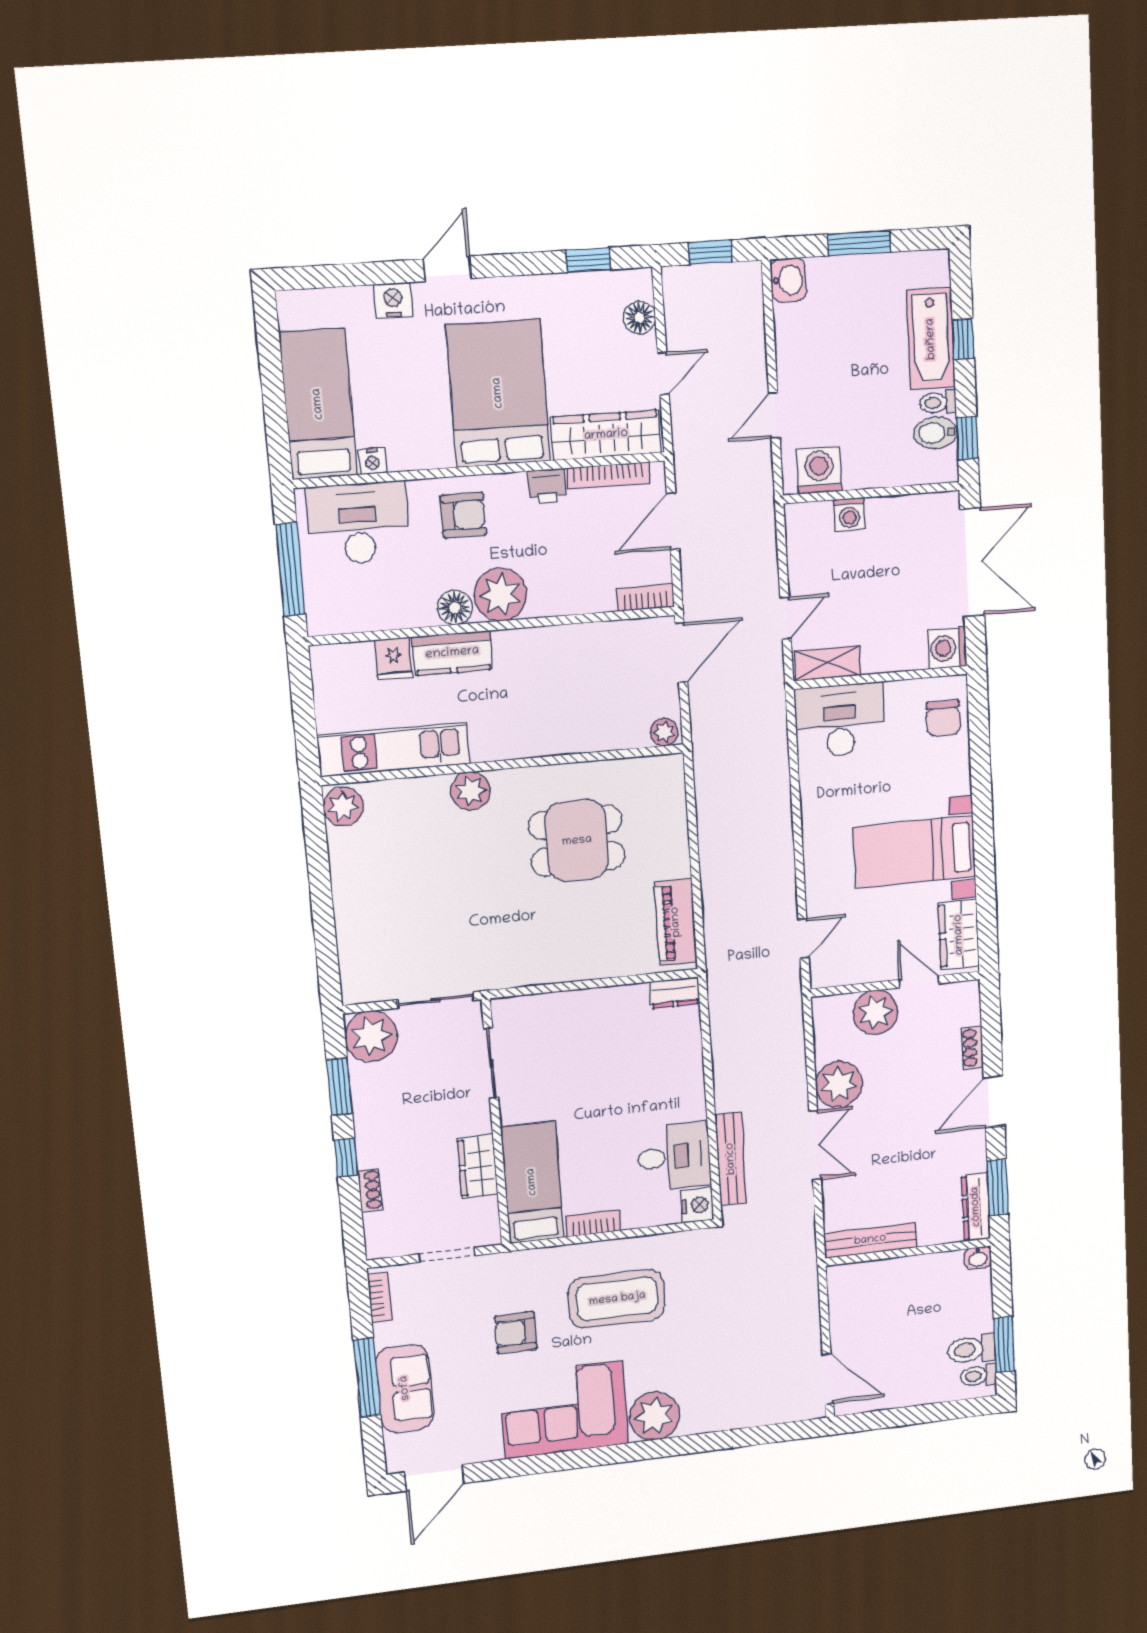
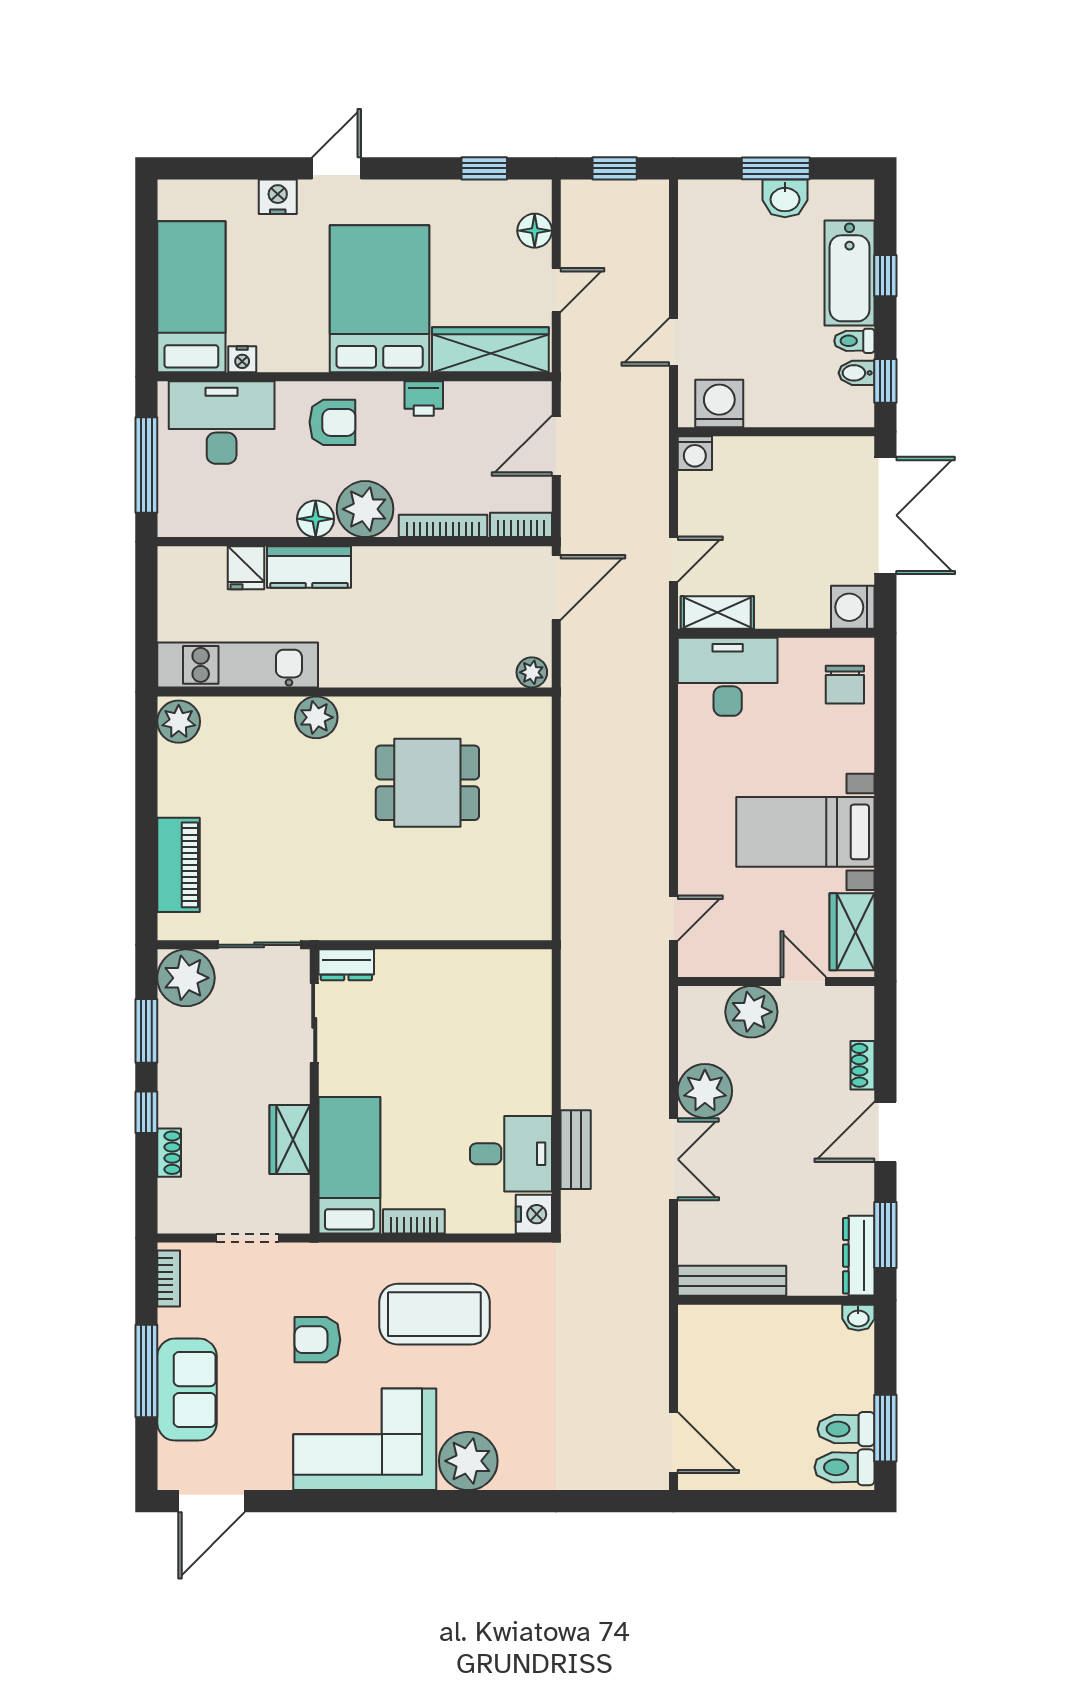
washbasin: (788, 280) -> (785, 198), moved, turned 90
bidet: (935, 433) -> (856, 373), width x0.72, depth x0.74
bookcase: (608, 476) -> (443, 526), moved, turned 180
washing machine: (849, 514) -> (695, 453), moved
piano: (676, 922) -> (178, 865), moved, turned 180
dresser: (675, 993) -> (346, 965), moved
bench: (731, 1159) -> (576, 1150), width x0.73
toilet: (978, 1376) -> (844, 1467), width x1.37, depth x1.39

